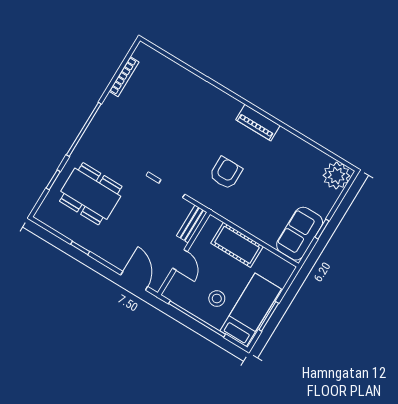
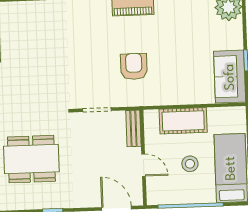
stool: (217, 299) -> (190, 164), moved

